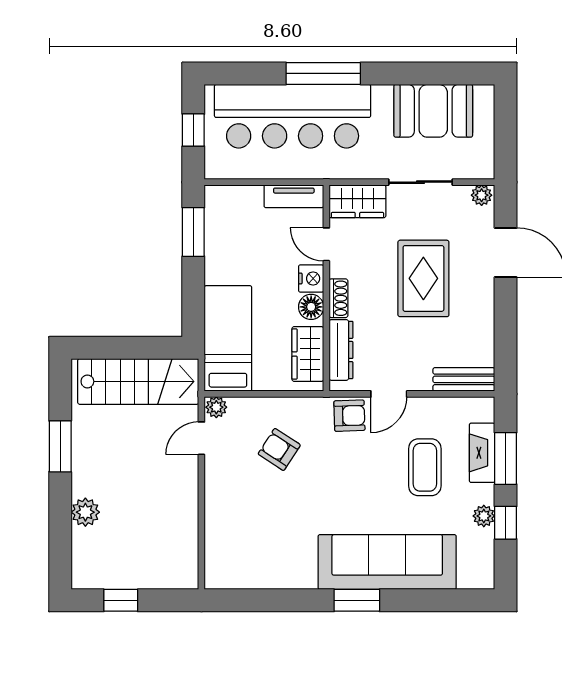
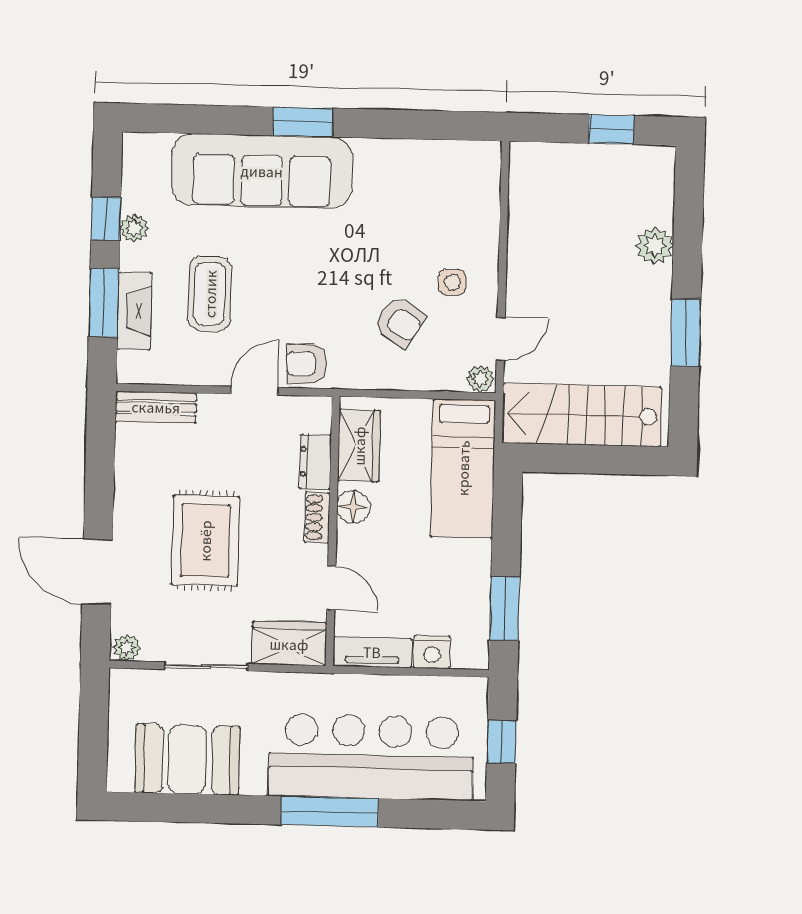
nightstand: (311, 278) -> (432, 652), moved, turned -90
dresser: (341, 350) -> (315, 462), width x0.70
side table: (240, 481) -> (452, 282), added

